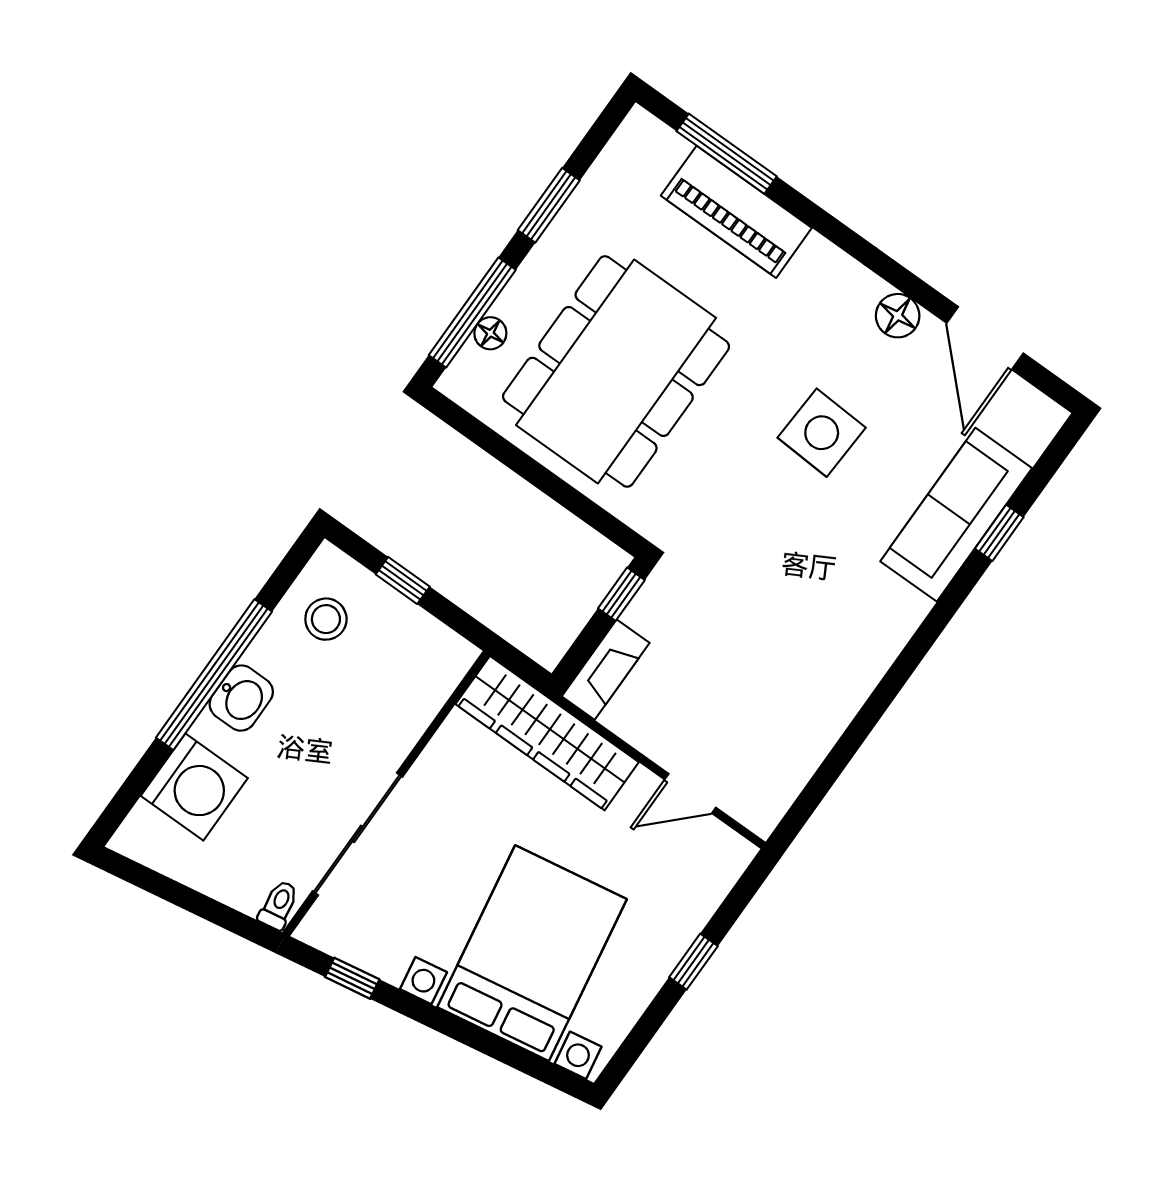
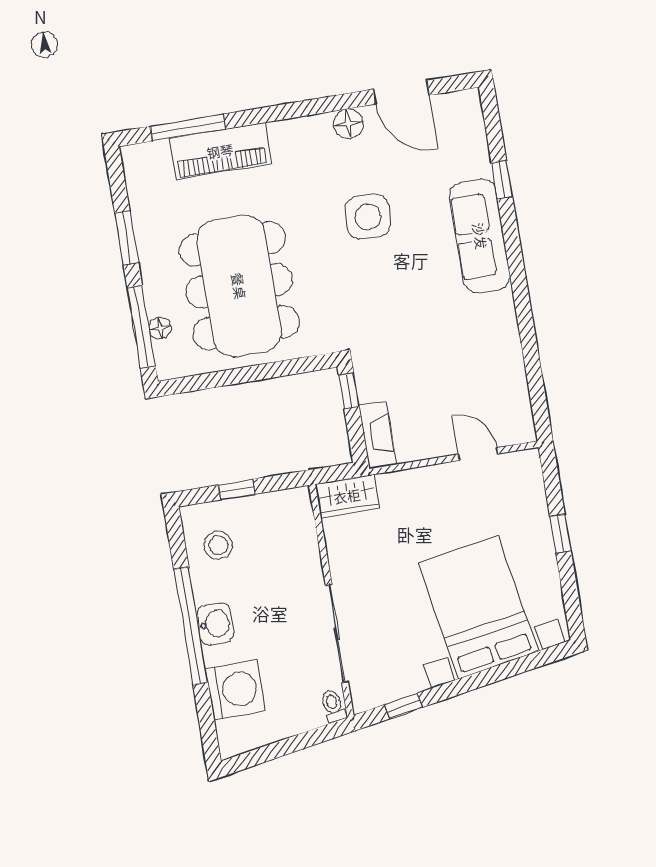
sofa: (956, 515) -> (480, 236), moved
wardrobe: (547, 733) -> (347, 496), width x0.48, depth x0.85
door: (690, 793) -> (478, 454), swing flipped

